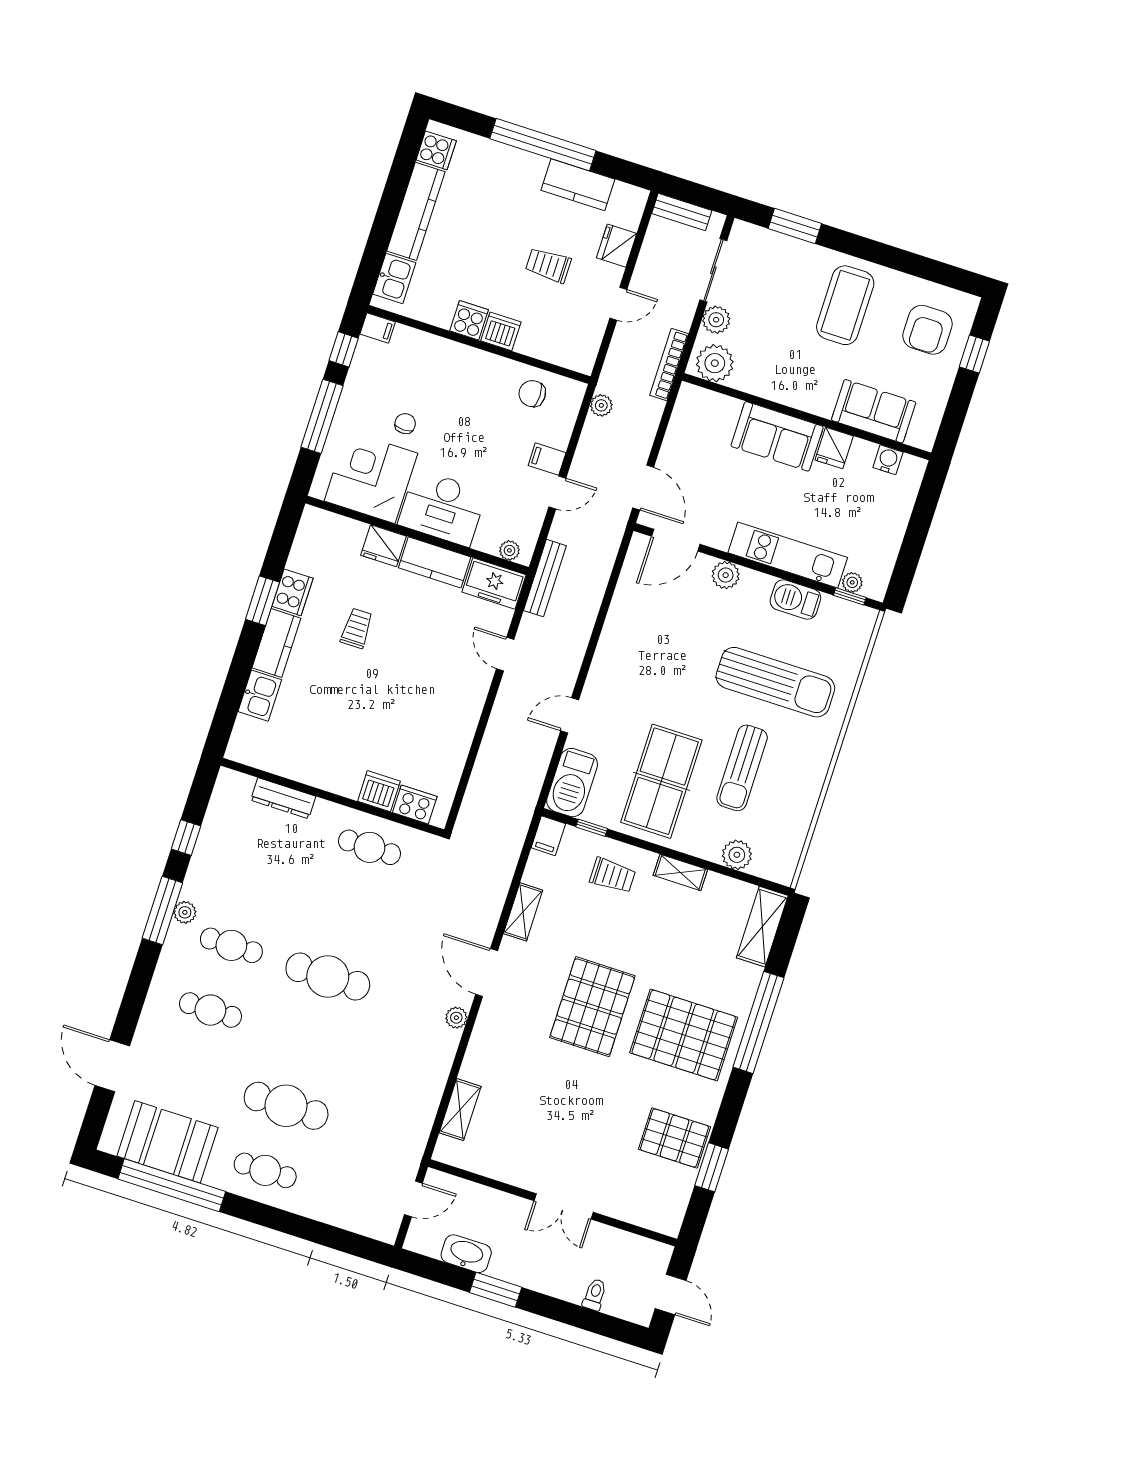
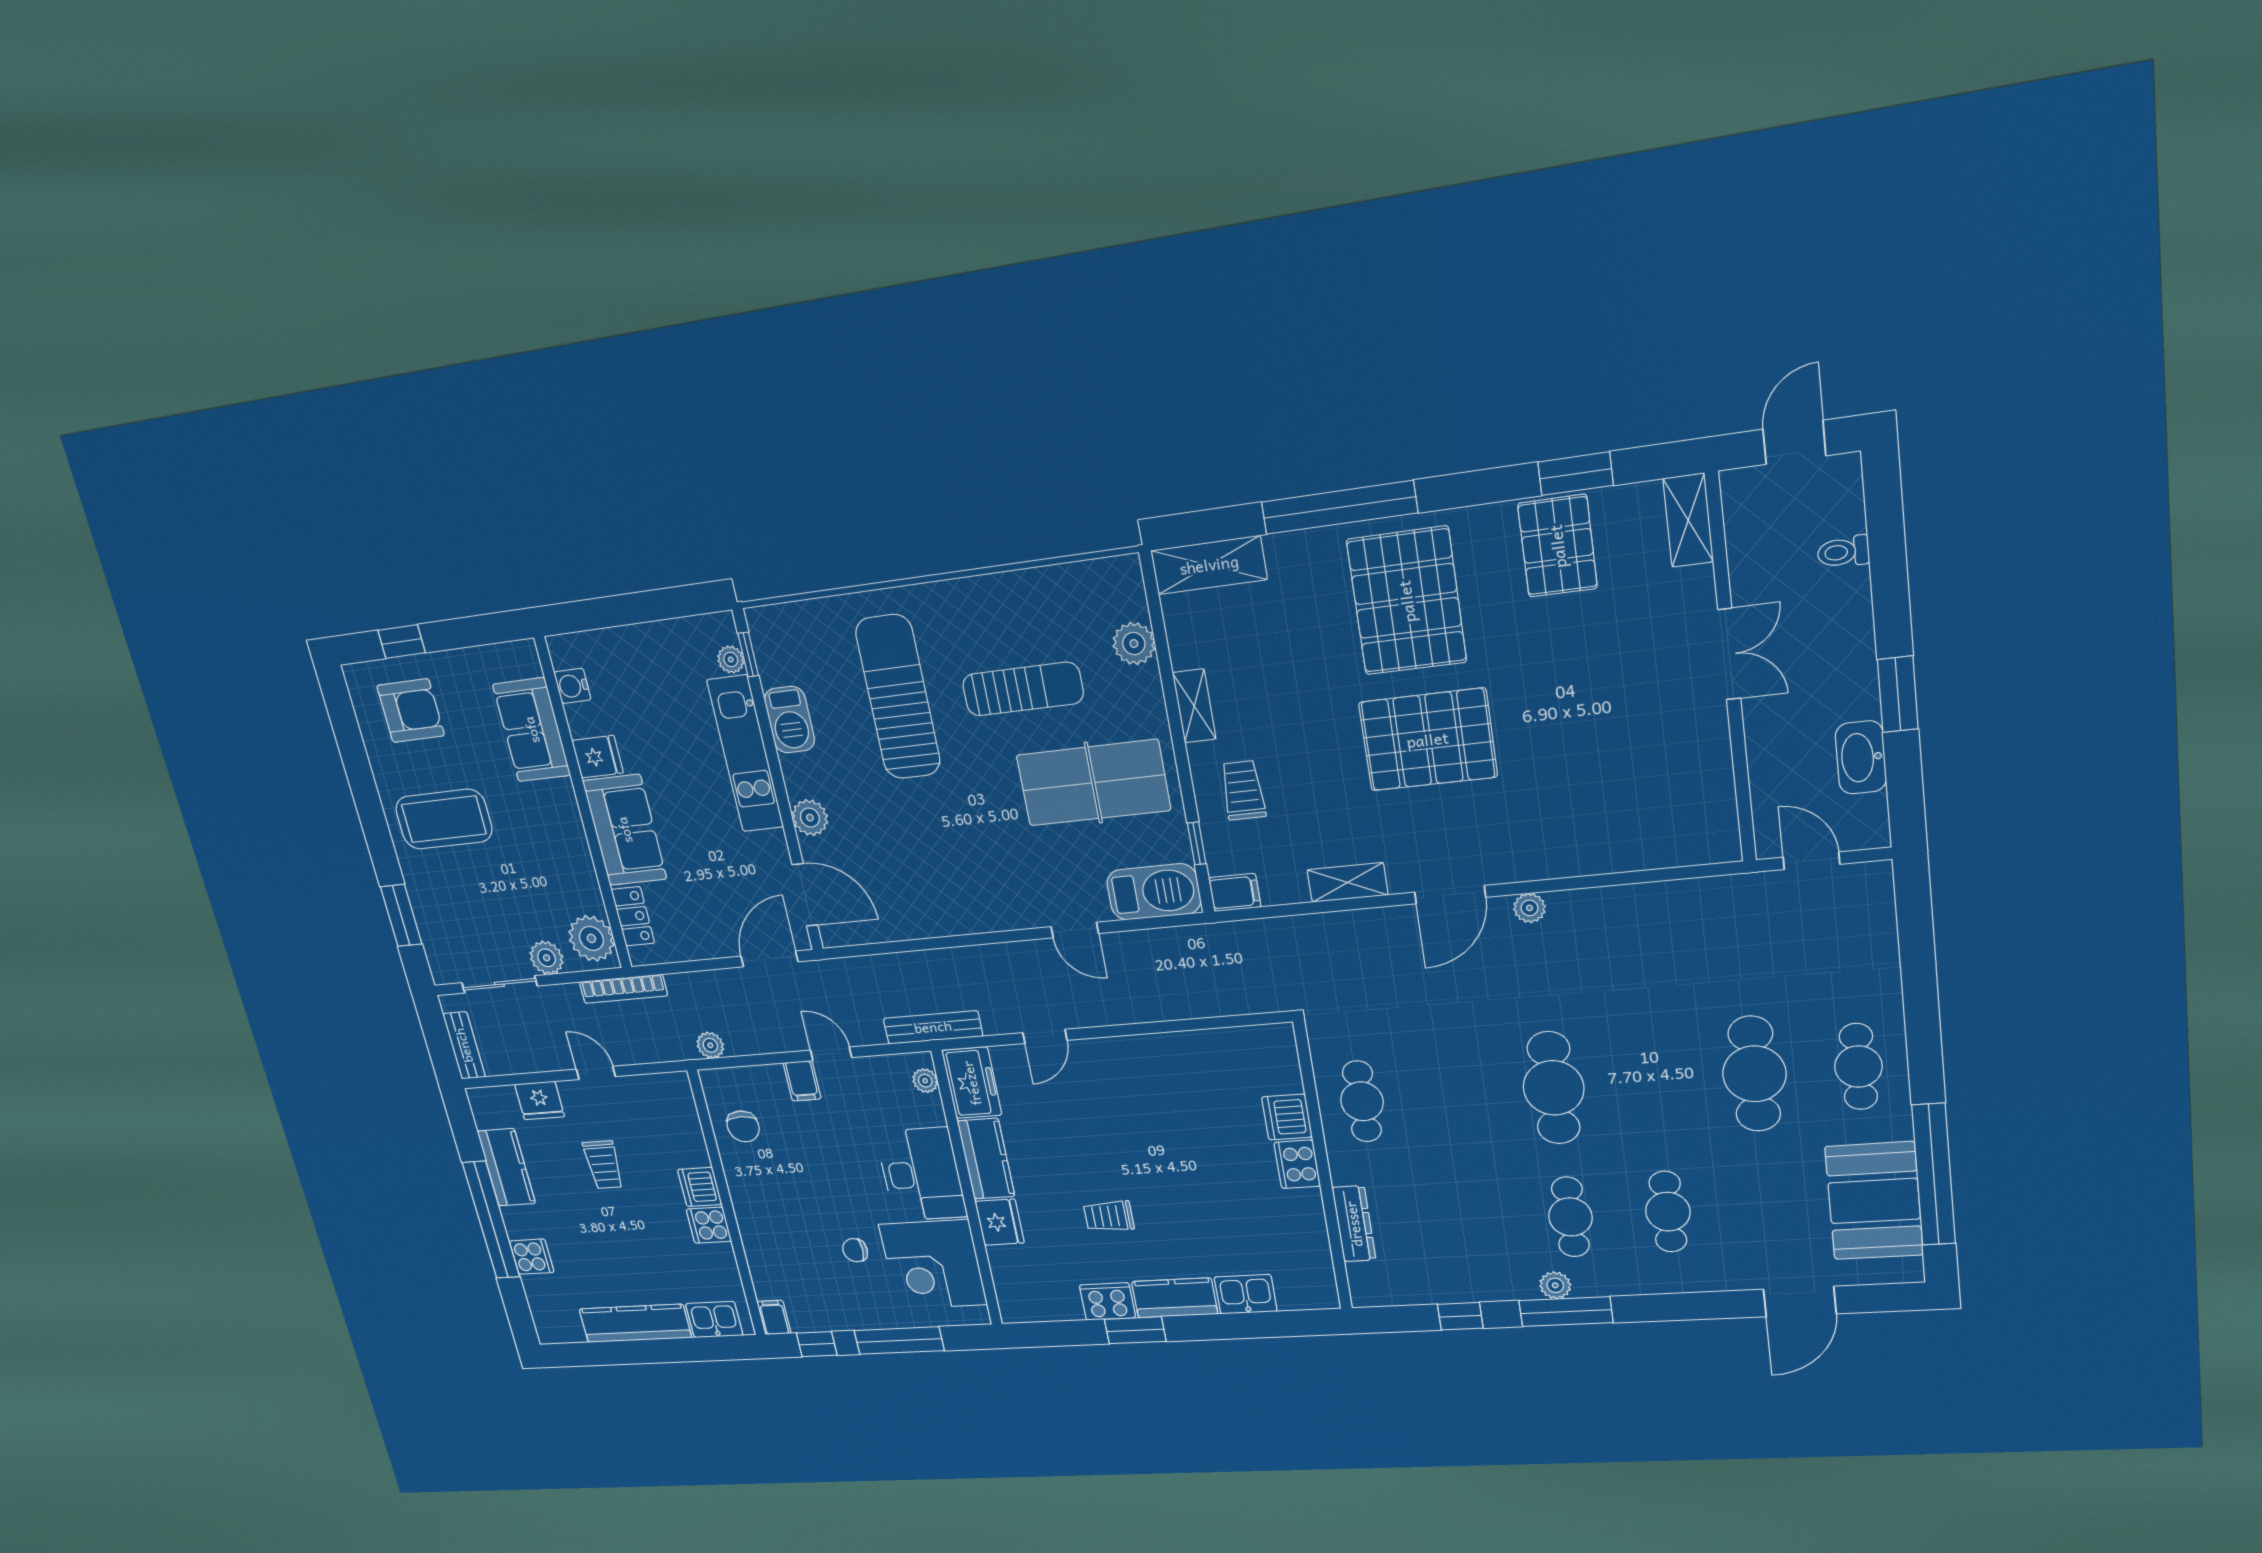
cooker: (436, 150) -> (532, 1257), moved, turned 90
locker: (716, 405) -> (633, 916), added
cooker: (415, 805) -> (1297, 1164), moved
shelving: (460, 1110) -> (1688, 520), moved, turned 90

